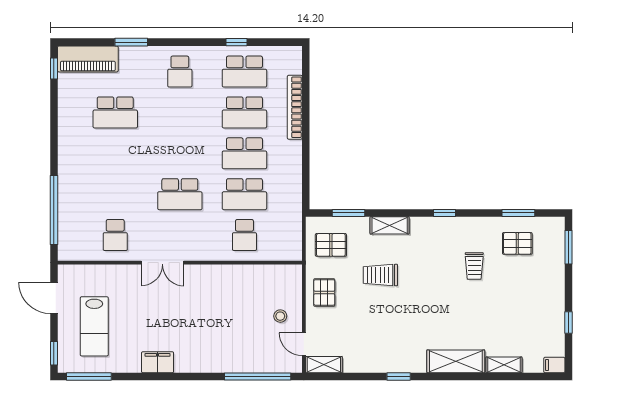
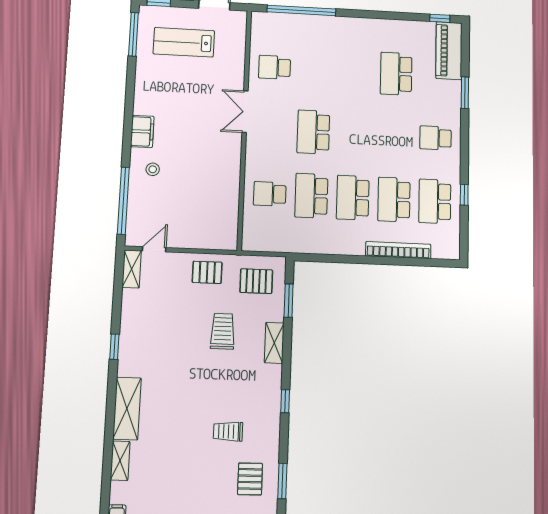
pallet: (331, 245) -> (256, 281), turned 90
stool: (280, 316) -> (153, 169), moved
filing cabinet: (158, 362) -> (142, 131), moved

